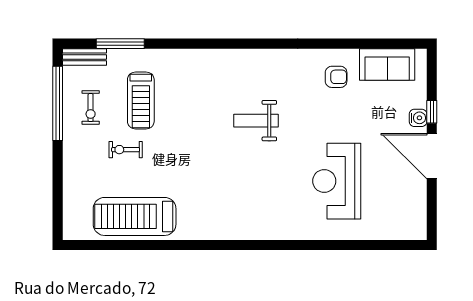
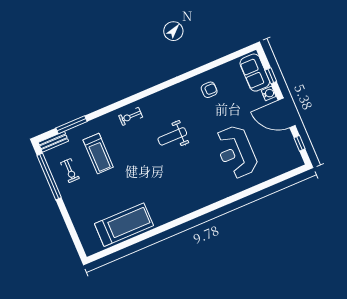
sofa: (387, 64) -> (255, 73), moved, turned 90
window: (432, 112) -> (271, 76), moved
exercise bike: (126, 150) -> (131, 116), moved
window: (432, 207) -> (300, 143), added
treadmill: (135, 216) -> (124, 225), turned 180

